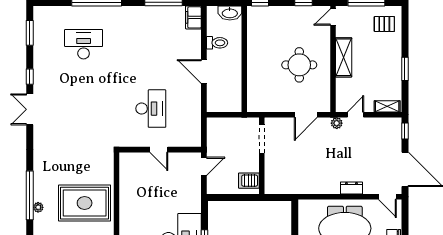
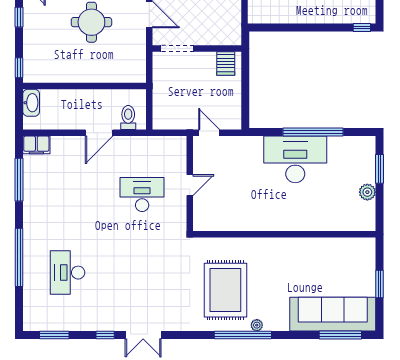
toilet: (217, 43) -> (128, 118), moved
doorway: (262, 139) -> (177, 49), moved
wall: (262, 156) -> (197, 49), moved
server rack: (249, 181) -> (226, 63), moved
rug: (85, 203) -> (225, 290), moved

